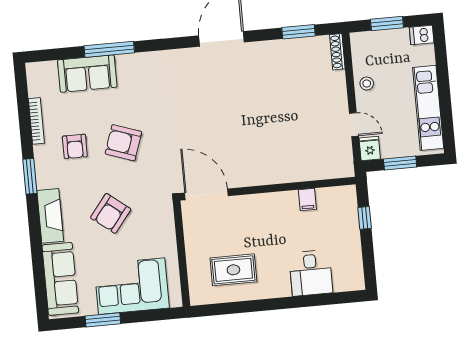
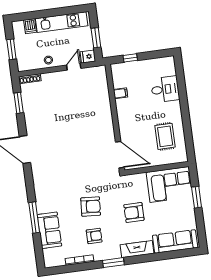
dishwasher: (422, 35) -> (30, 26), moved
armchair: (123, 143) -> (91, 207), turned -105
door: (206, 194) -> (120, 155), swing flipped
armchair: (111, 213) -> (134, 212), turned 142
corner sofa: (132, 286) -> (170, 184), moved, turned -90
window: (103, 320) -> (197, 197), moved

